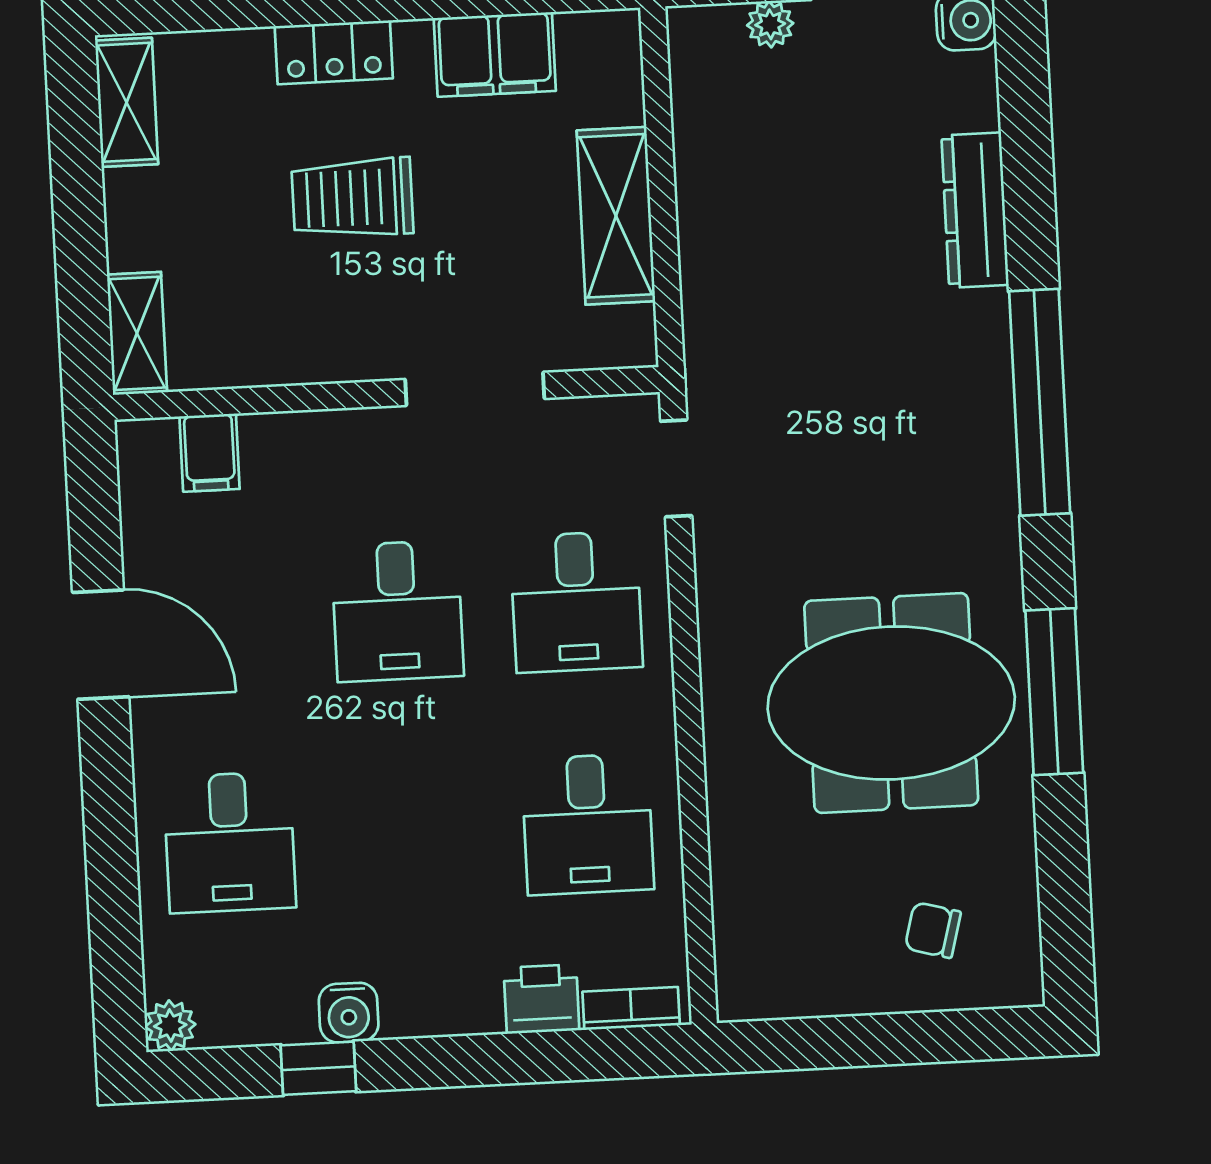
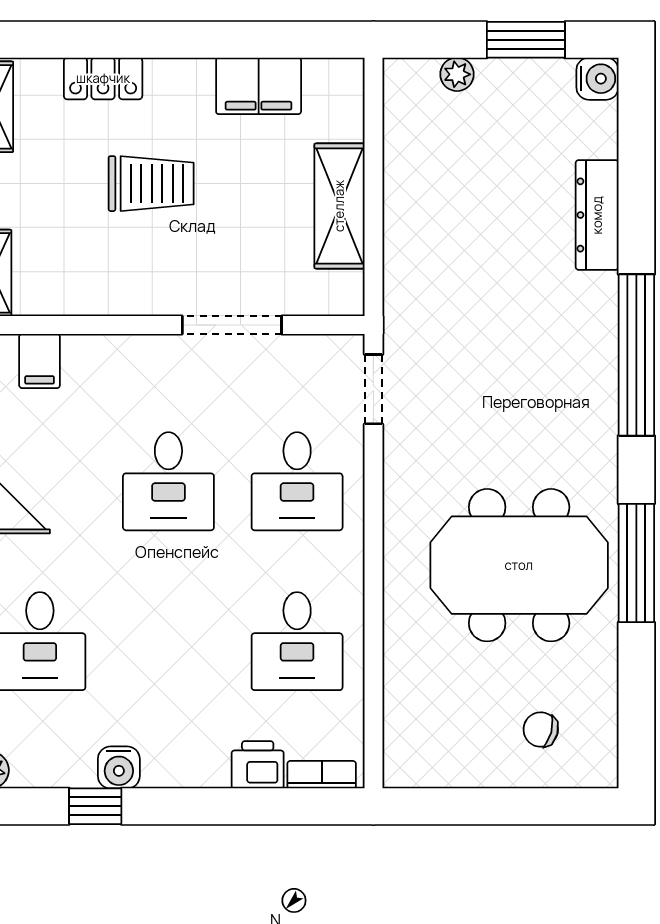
locker: (334, 52) -> (103, 78), moved
trolley: (352, 198) -> (151, 184), turned 180

